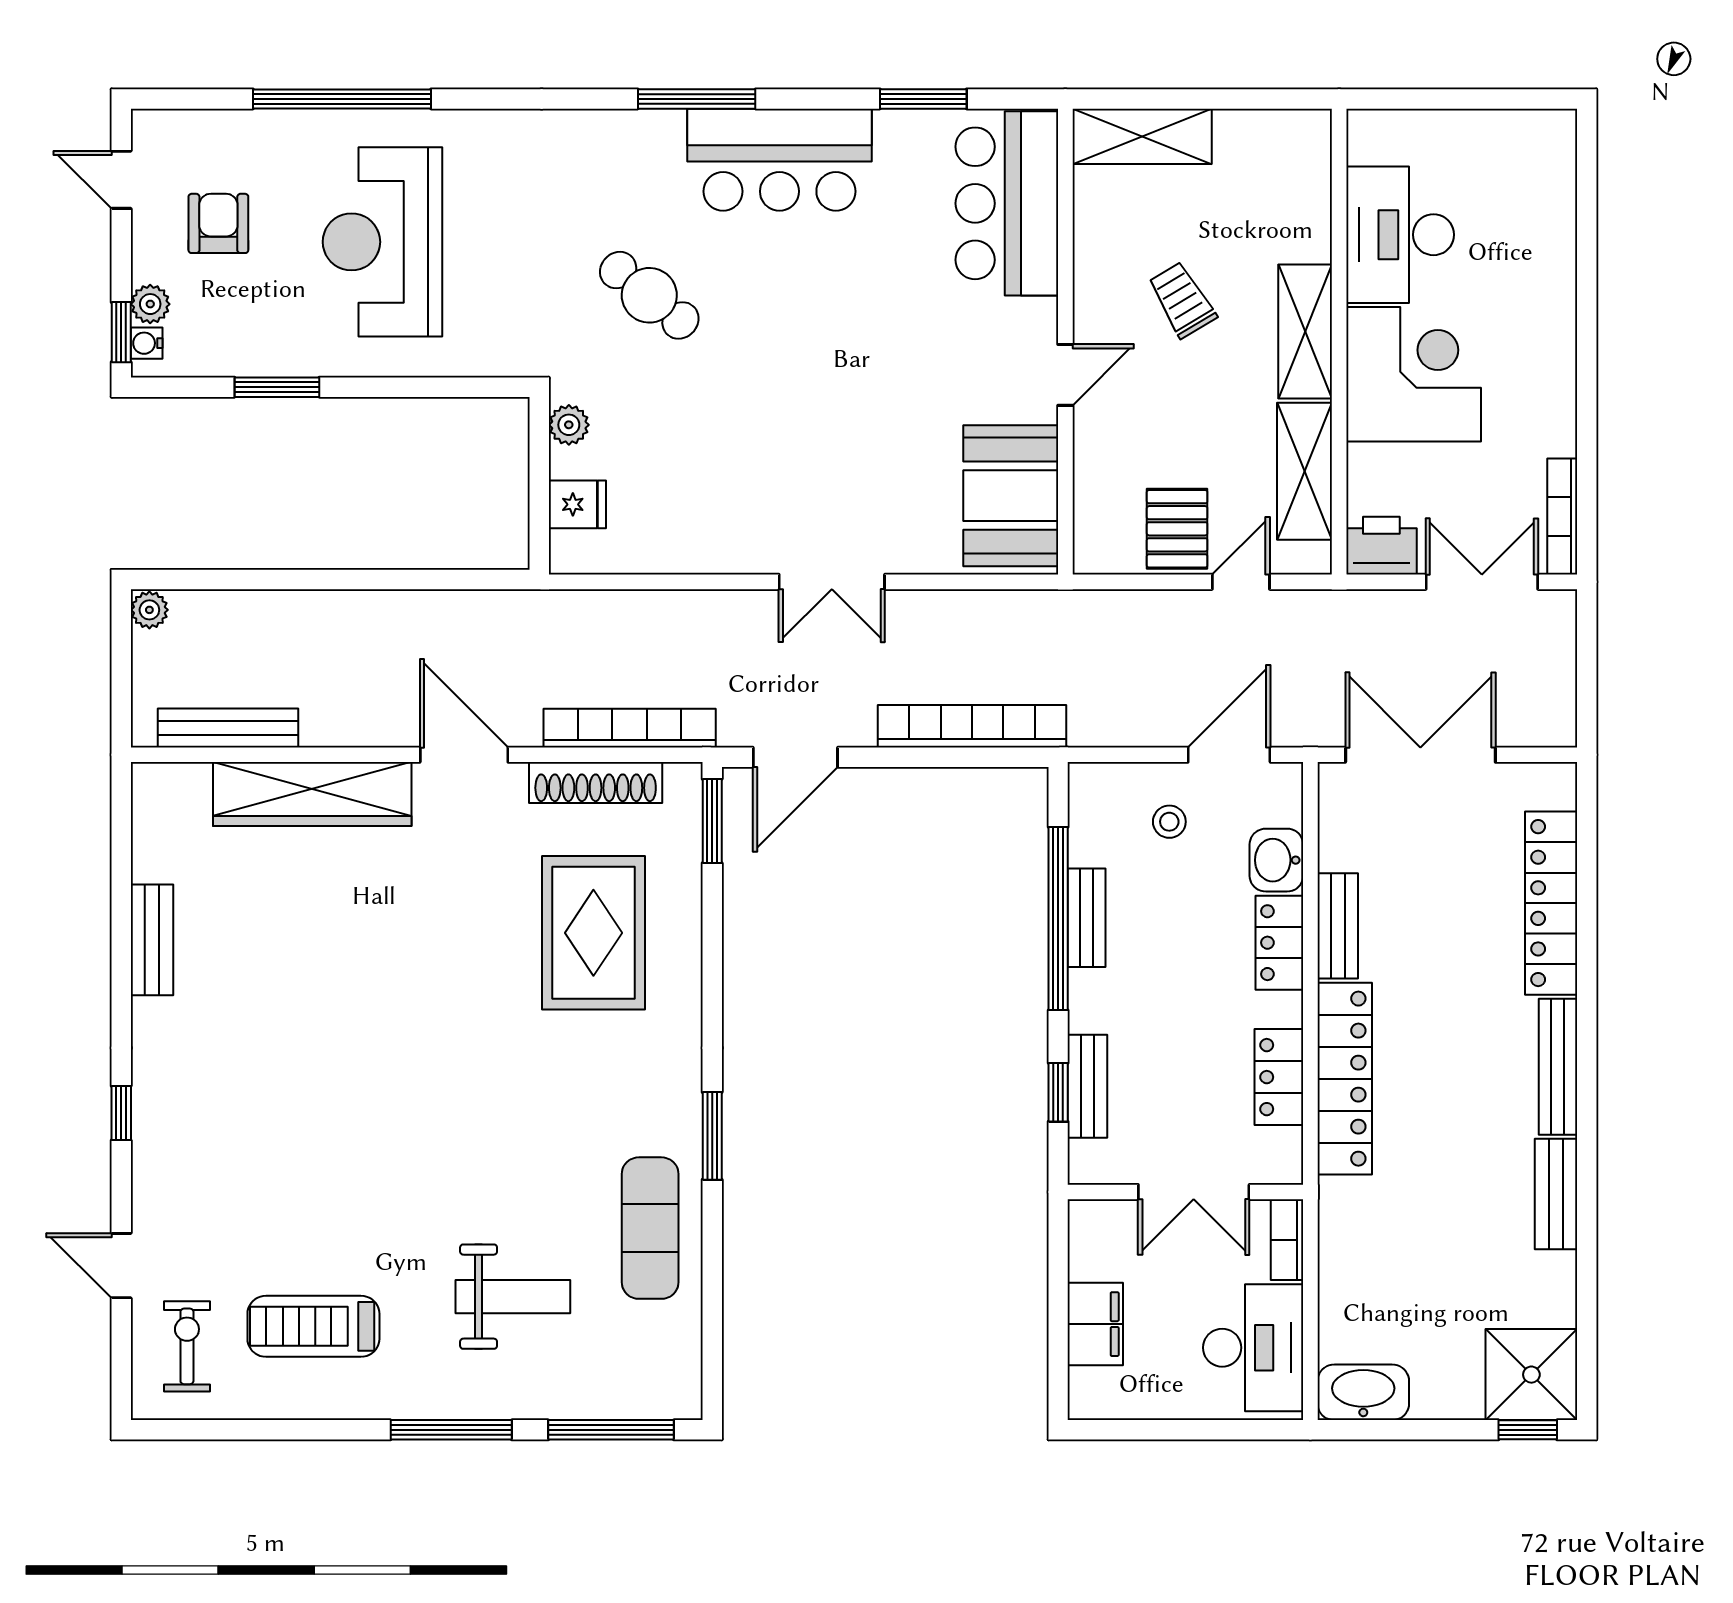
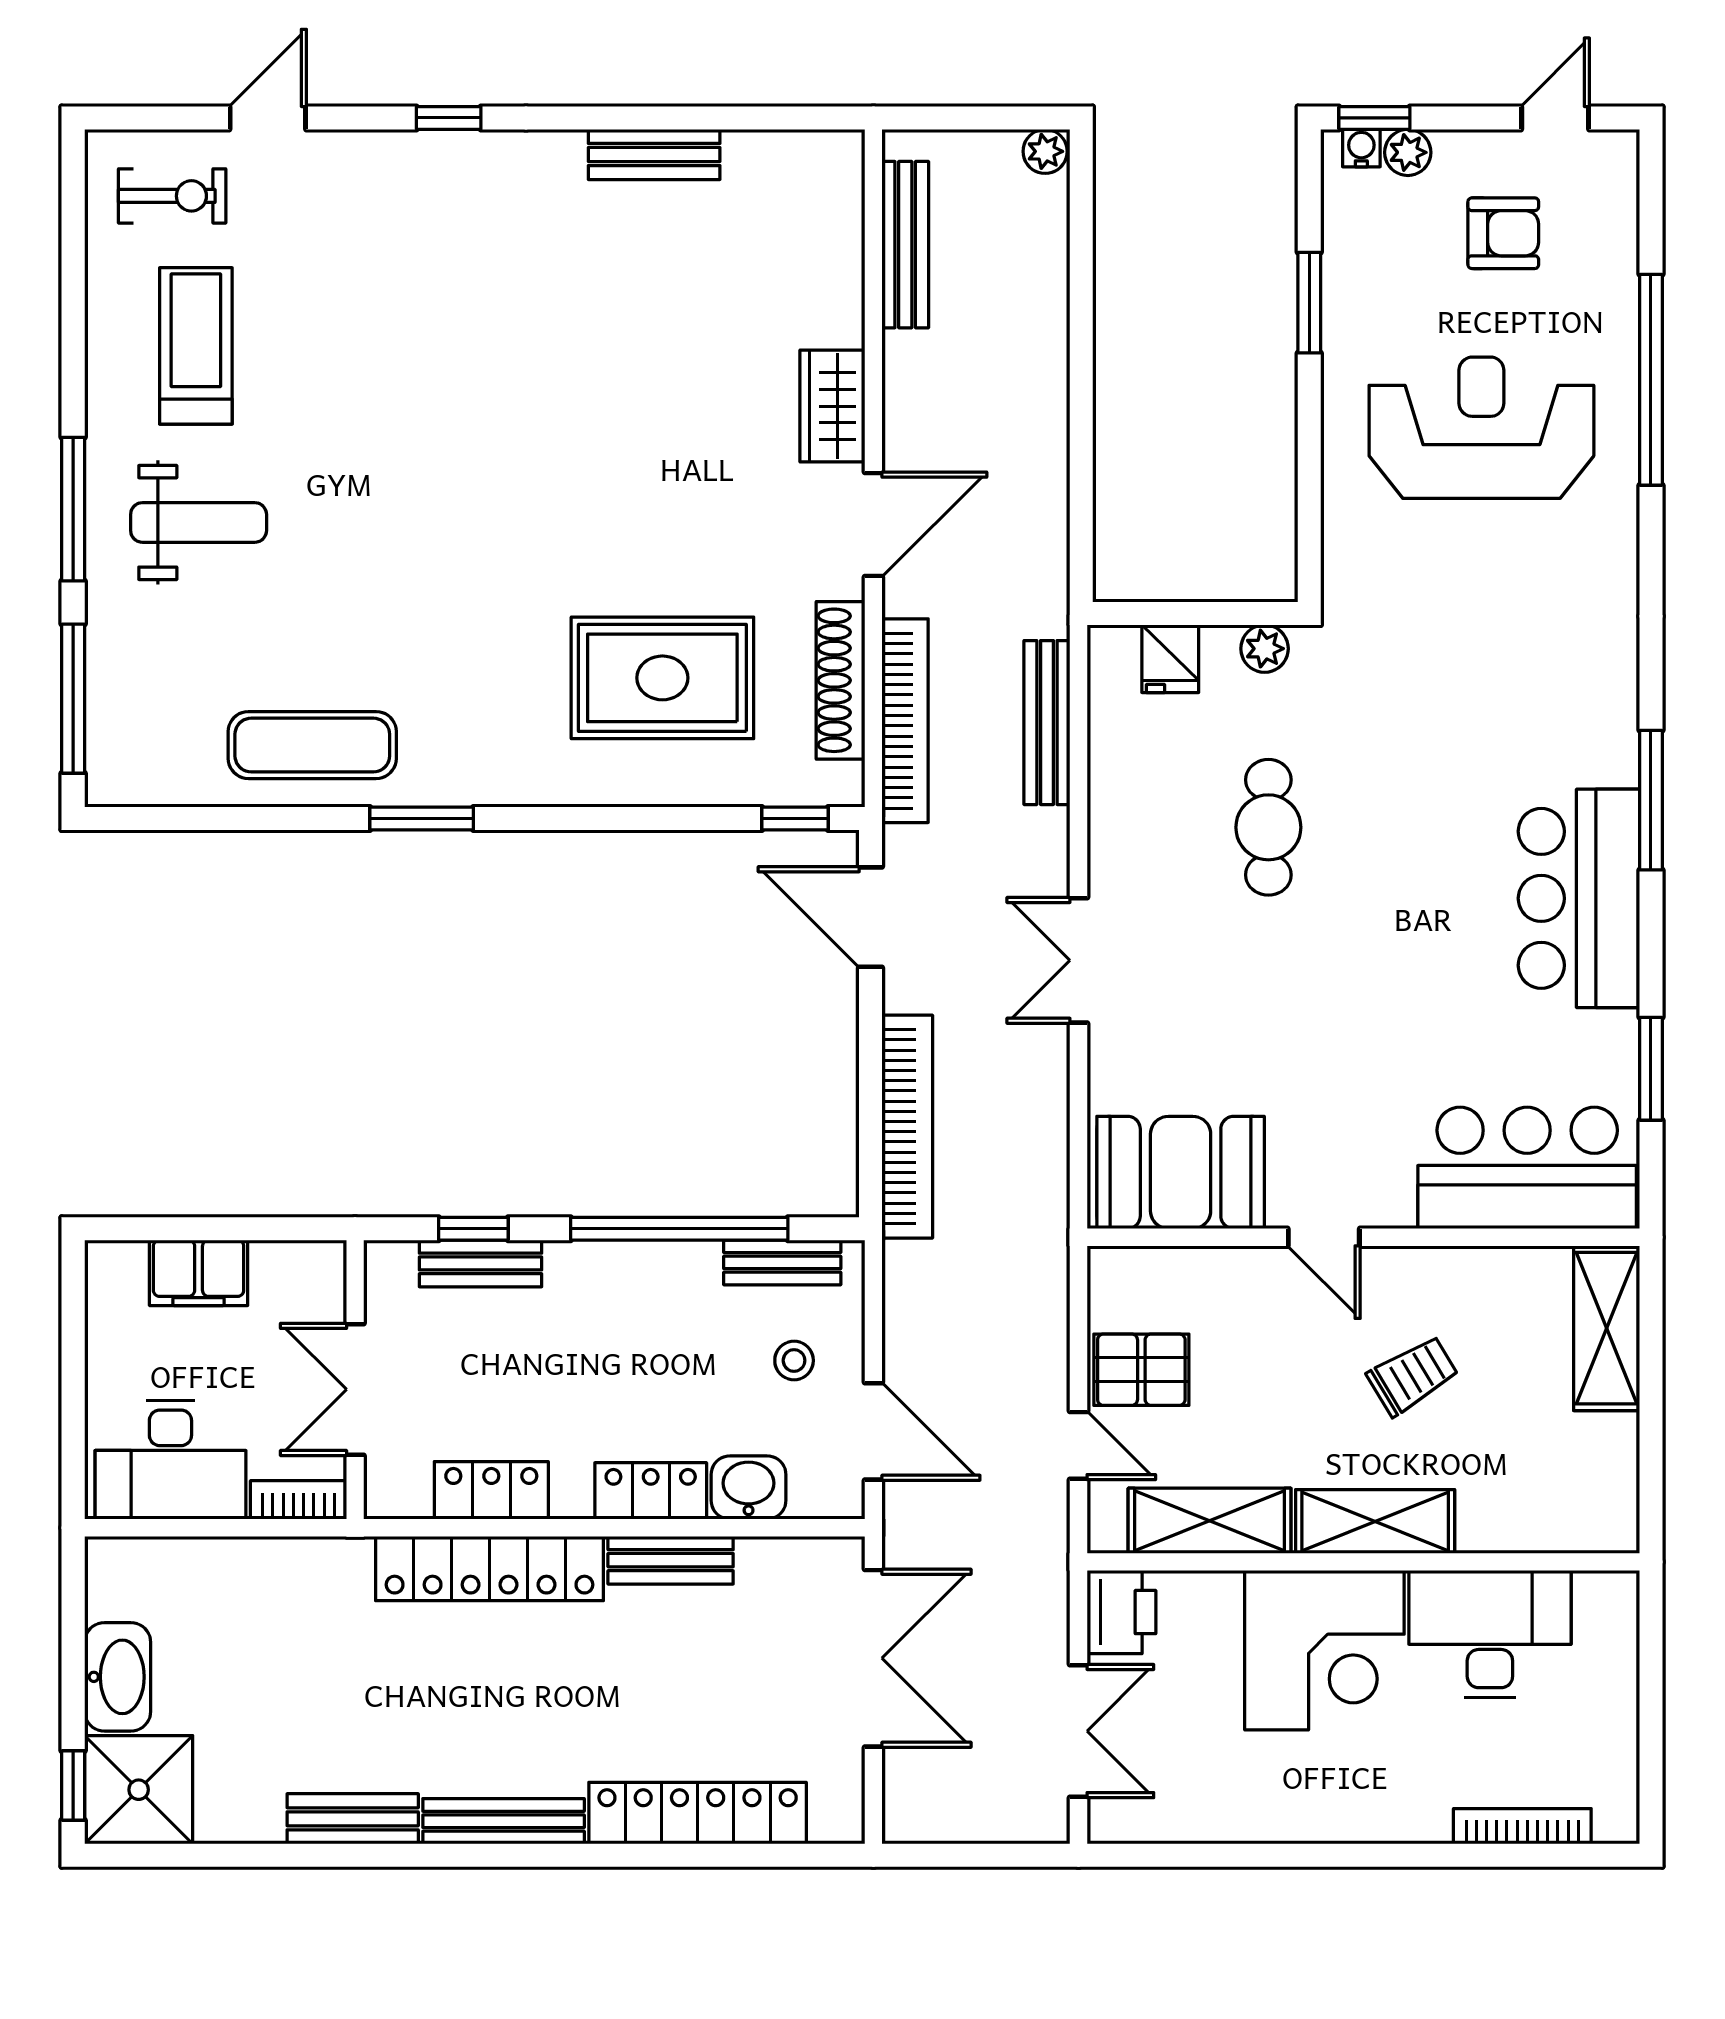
cafe table: (649, 295) -> (1268, 827), moved, turned -39
bookcase: (1562, 516) -> (1522, 1826), moved
bench: (631, 608) -> (1047, 723), added
wardrobe: (312, 794) -> (832, 406), width x0.48, depth x0.85
window: (712, 821) -> (795, 819), width x0.67
bench: (1087, 918) -> (782, 1262), moved
weight bench: (513, 1297) -> (199, 522), moved, turned -90
washbasin: (1363, 1392) -> (118, 1677), moved

